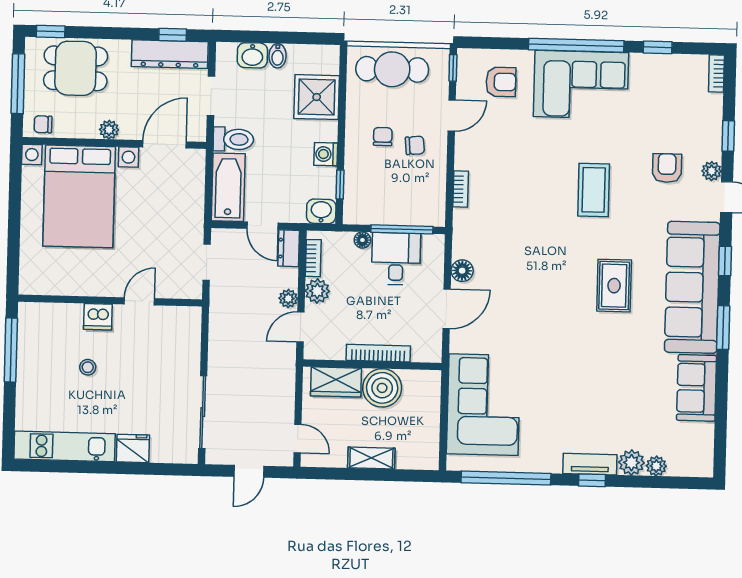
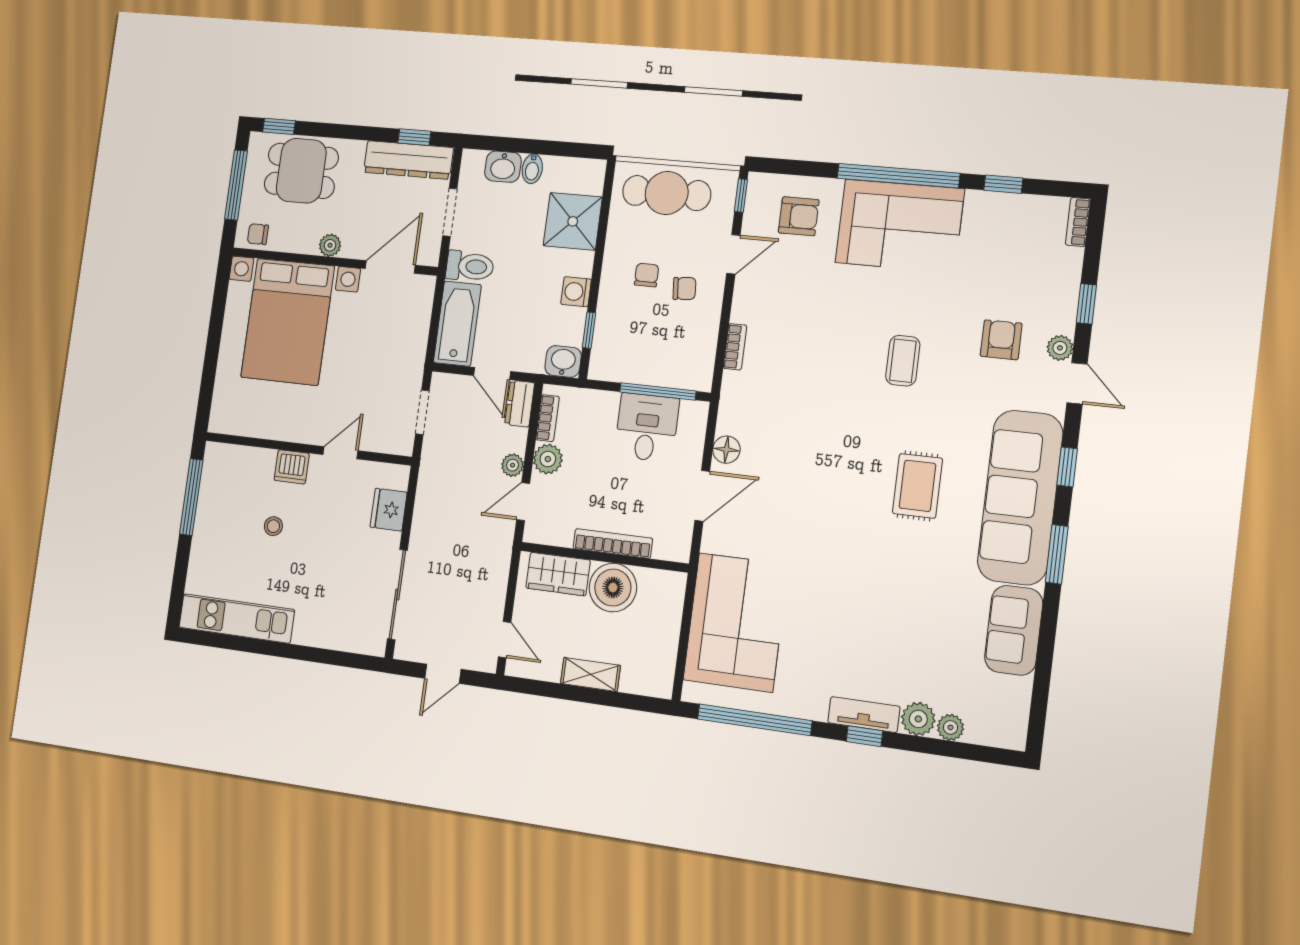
coffee table: (594, 190) -> (903, 361), width x0.73, depth x0.77
floor lamp: (362, 240) -> (609, 401), removed
fridge: (133, 448) -> (389, 510), moved, turned -90

